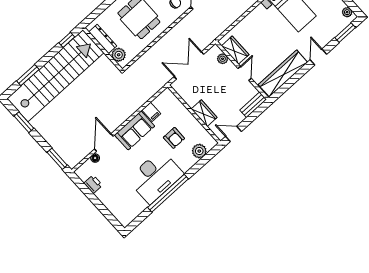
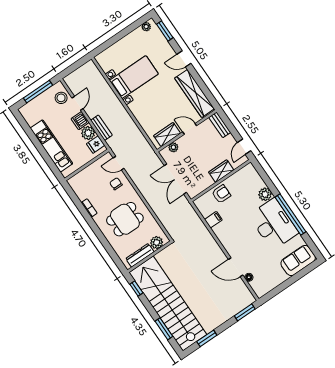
sofa: (135, 130) -> (298, 261), moved, turned -90
armchair: (174, 138) -> (221, 194), moved
plant: (199, 151) -> (265, 194), moved
printer: (93, 184) -> (273, 282), removed

